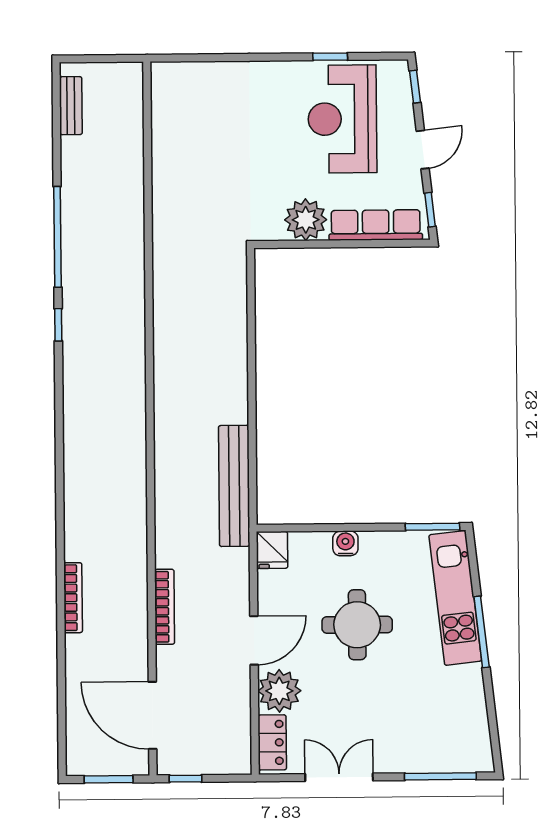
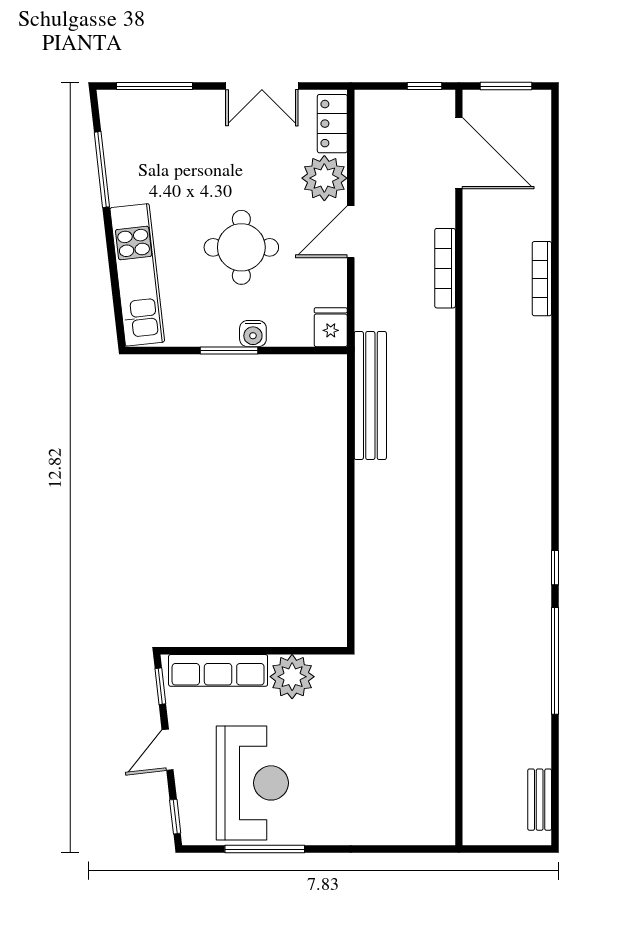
window: (330, 57) -> (265, 849), width x2.17
window: (433, 527) -> (229, 350), moved
window: (482, 632) -> (102, 169), moved

